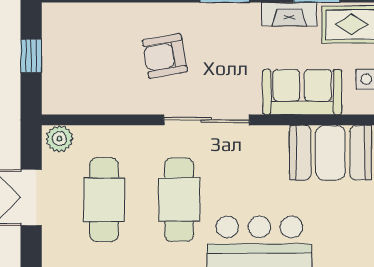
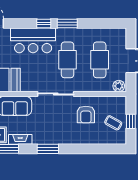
coffee table: (72, 53) -> (113, 123), added
armchair: (165, 56) -> (86, 115), moved, turned 100

